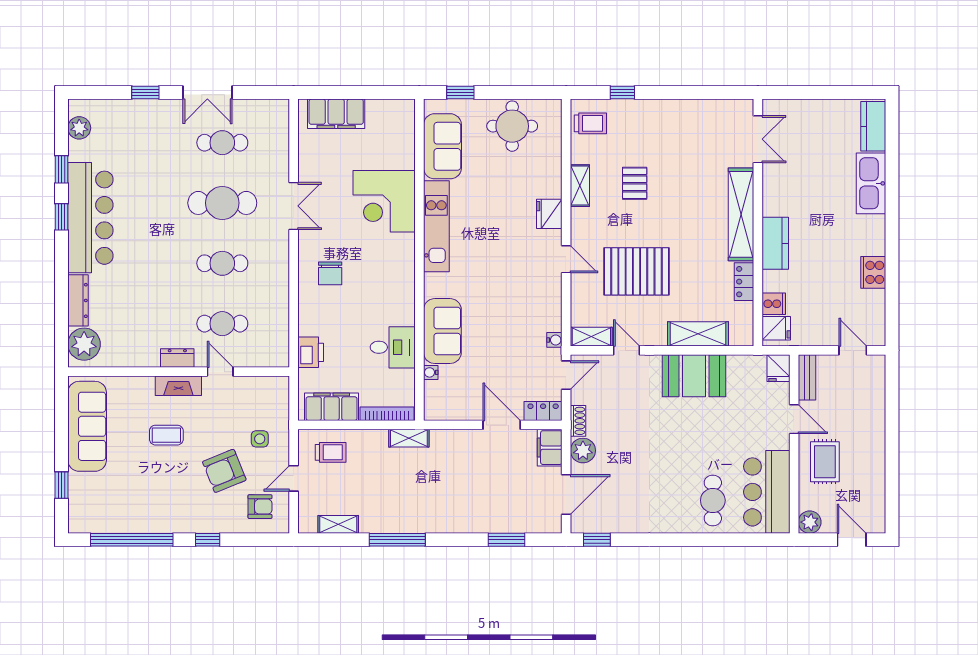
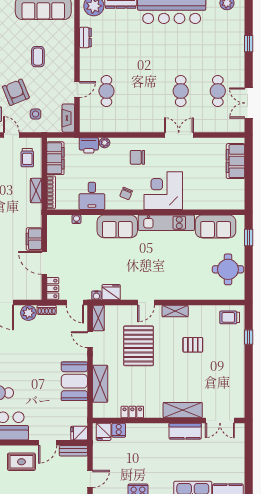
double door: (207, 93) -> (249, 103), moved
trolley: (590, 123) -> (230, 317), turned 90
shelving: (580, 186) -> (175, 311), moved
corner desk: (384, 201) -> (163, 191), moved
cafe table: (222, 203) -> (181, 91), width x0.73, depth x0.74
double door: (294, 206) -> (179, 135), swing flipped
fridge: (549, 214) -> (111, 292), moved
shelving: (741, 214) -> (183, 410), width x0.68
kitchen counter: (775, 243) -> (185, 431), moved
cafe table: (222, 263) -> (144, 91), removed
chair: (389, 292) -> (126, 194), added
plant: (306, 327) -> (105, 143), added
sofa: (442, 331) -> (117, 226), moved
door: (626, 350) -> (90, 340), swing flipped
dresser: (177, 358) -> (85, 38), moved
fireplace: (178, 386) -> (68, 118), moved
door: (502, 425) -> (44, 263), swing flipped
shelving: (409, 438) -> (36, 191), moved
filing cabinet: (550, 448) -> (34, 239), moved, turned -90

